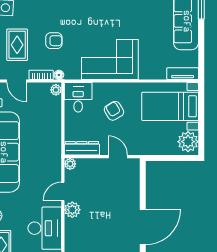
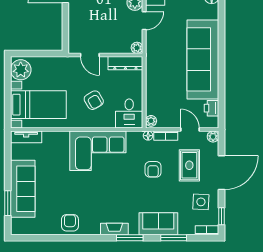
armchair: (54, 41) -> (153, 169), turned -90

